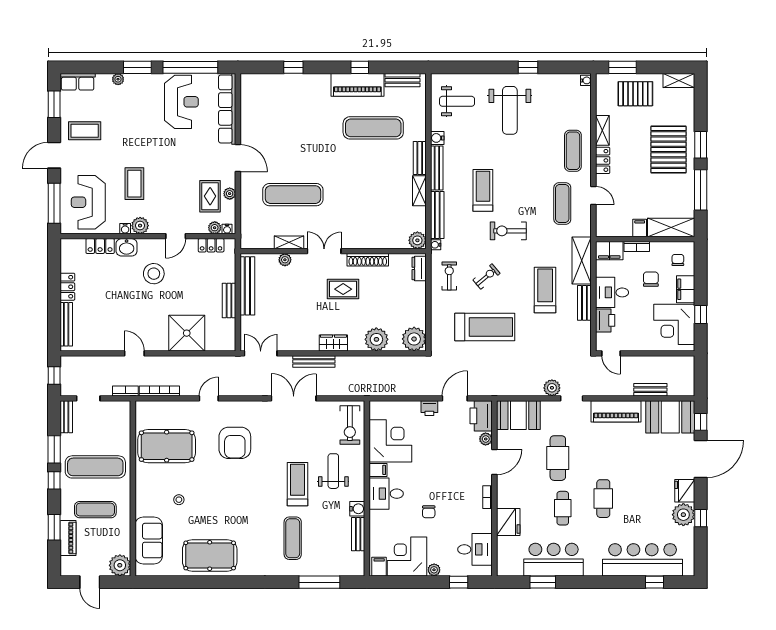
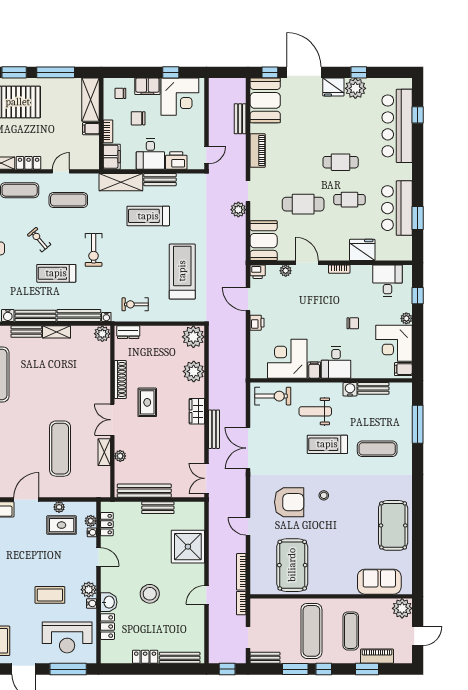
water cooler: (227, 229) -> (92, 532), moved
stool: (154, 274) -> (150, 594), moved
exercise bike: (486, 277) -> (39, 240), moved
piano: (616, 411) -> (258, 151), width x0.73, depth x0.75
printer: (481, 416) -> (258, 272), width x0.53, depth x0.68
stool: (179, 500) -> (324, 495), moved

